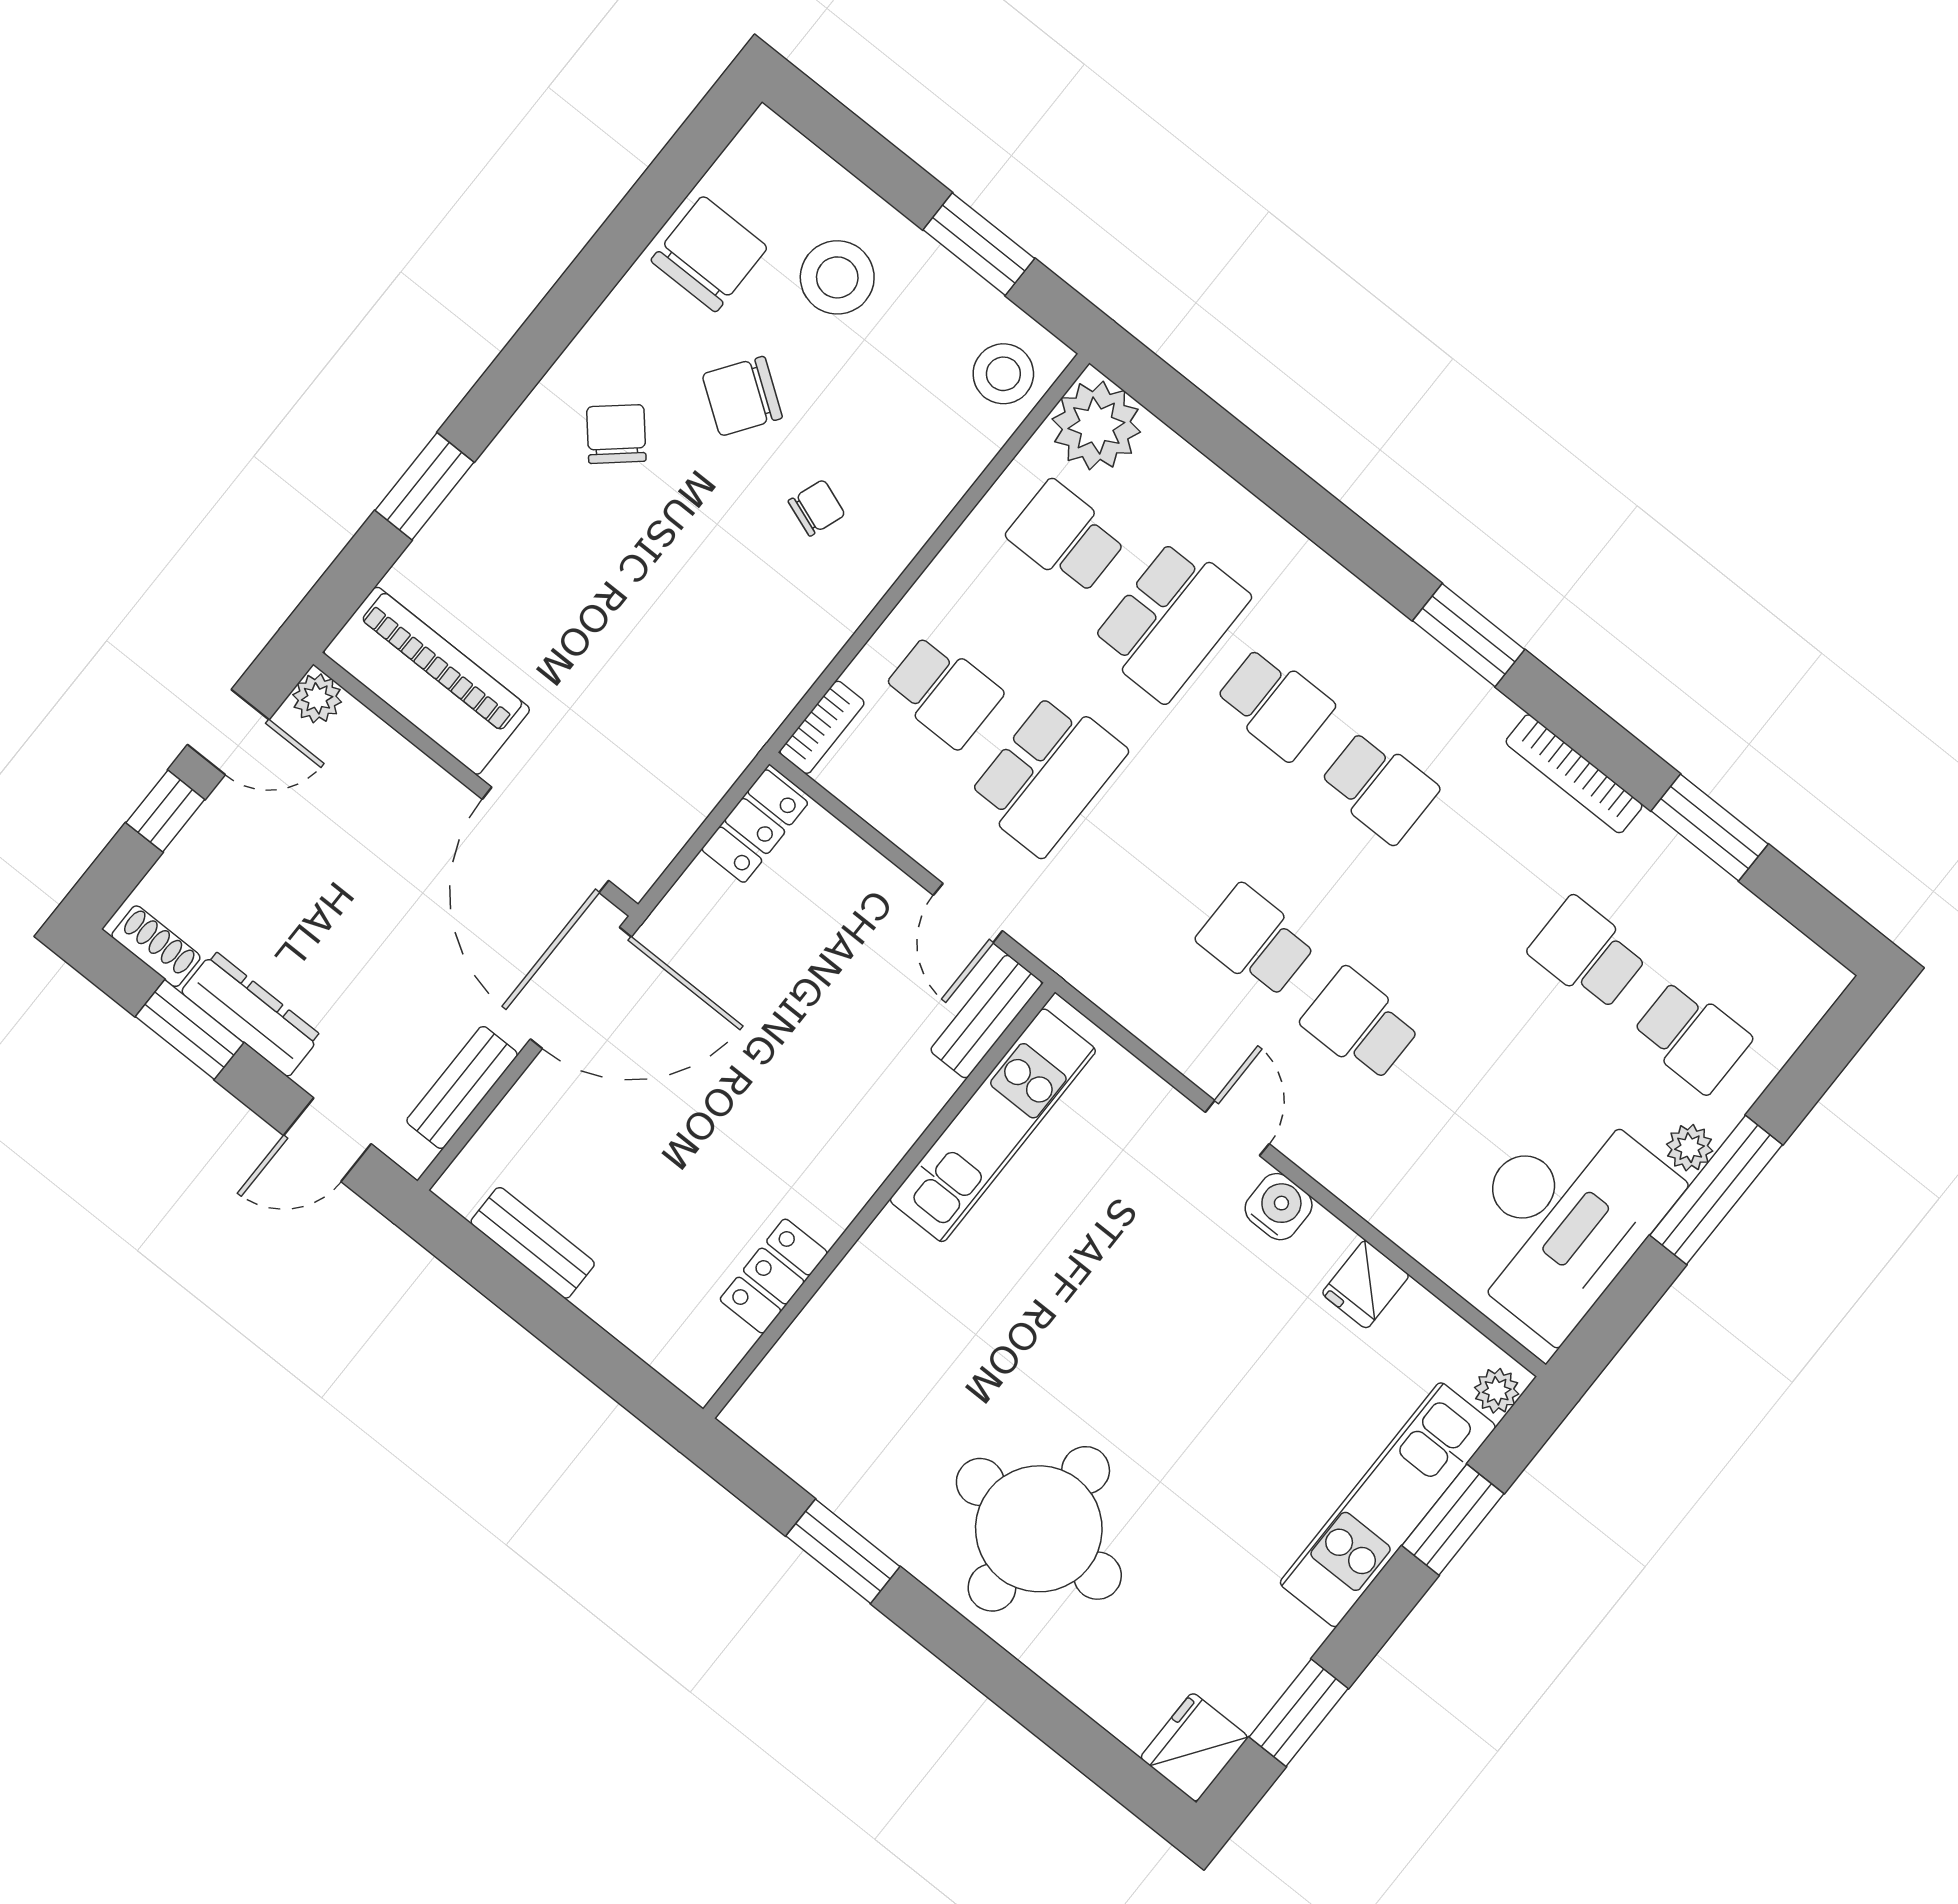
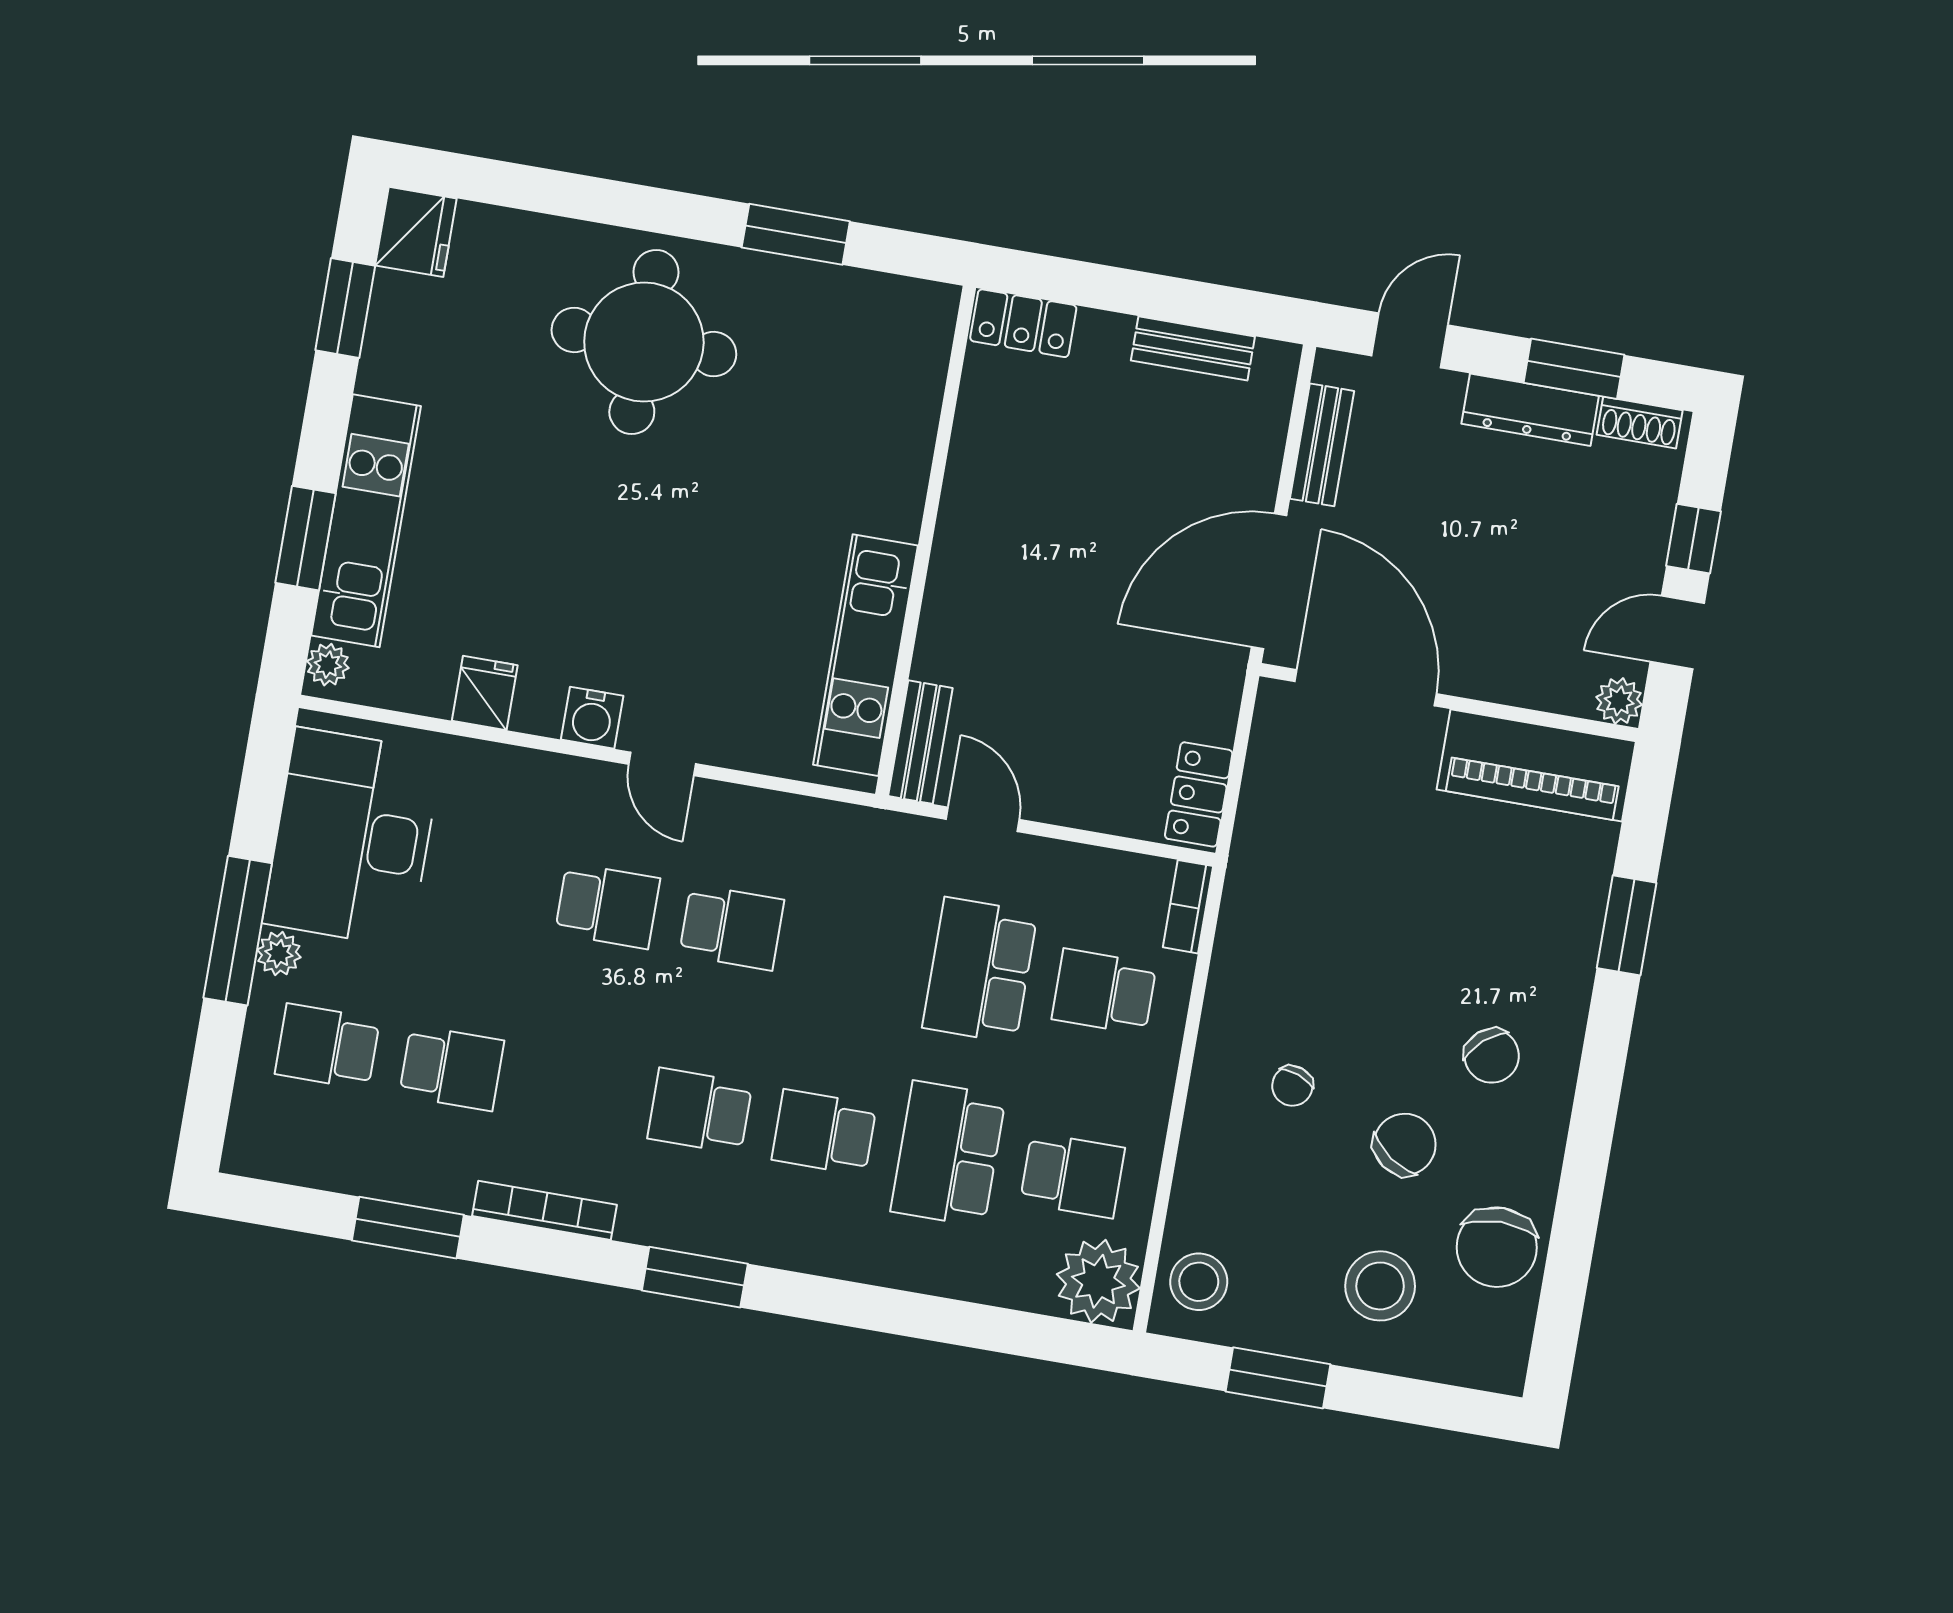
locker: (774, 1276) -> (1023, 323), moved, turned 90

